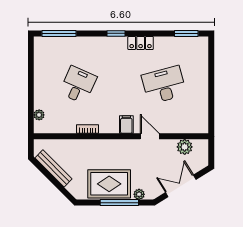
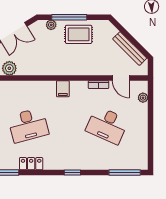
locker: (141, 43) -> (31, 164), moved
desk: (78, 85) -> (107, 125), width x1.37
door: (150, 136) -> (121, 78), moved
rug: (109, 184) -> (79, 34), width x0.73, depth x0.70

